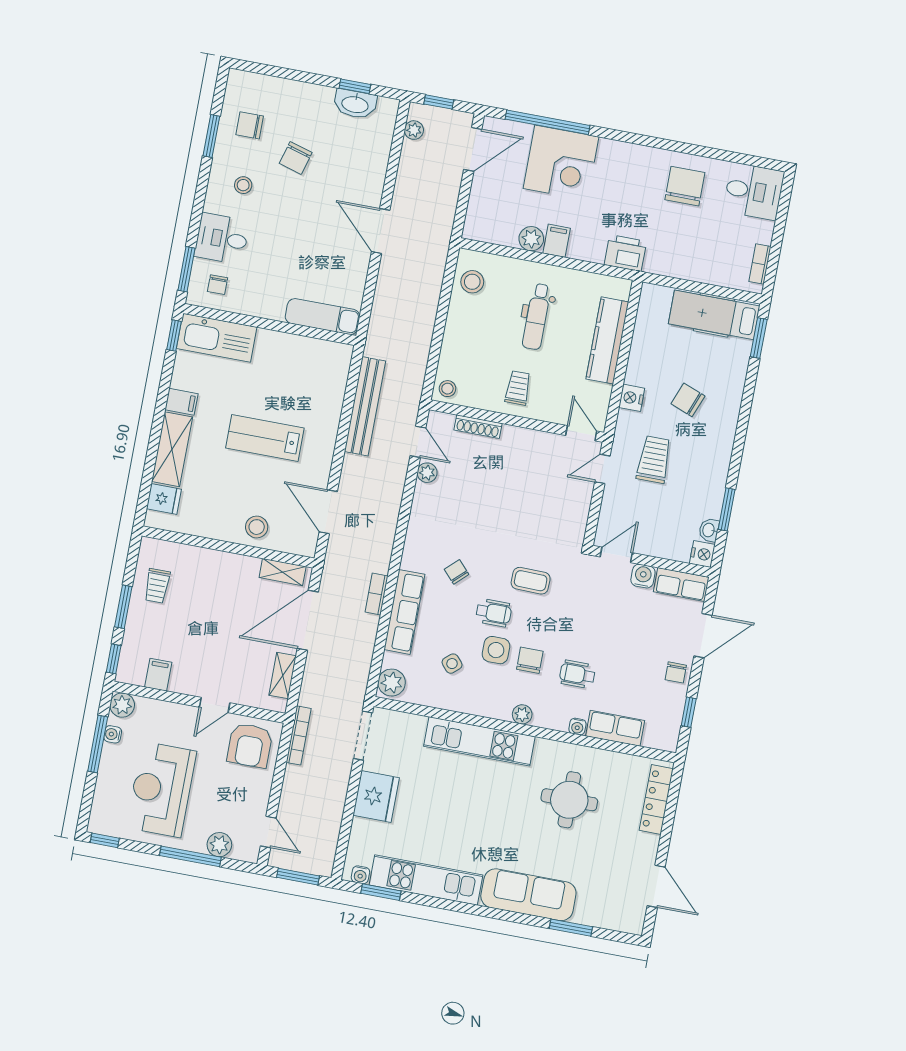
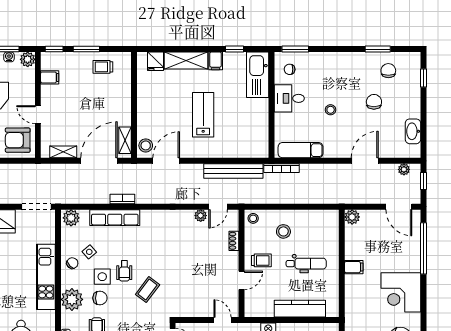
window: (355, 86) -> (423, 78), moved
chair: (296, 158) -> (374, 102), turned 74
corner desk: (561, 163) -> (401, 292), moved
stool: (243, 185) -> (331, 110), moved
door: (381, 231) -> (365, 161), moved
desk: (222, 239) -> (289, 98), moved, turned -90
plant: (531, 239) -> (352, 217), moved
printer: (625, 253) -> (354, 310), removed
stool: (472, 282) -> (283, 231), moved
exam couch: (323, 317) -> (301, 150), moved, turned -90
dental chair: (537, 317) -> (306, 264), turned 180
window: (174, 336) -> (235, 49), moved
shoe rack: (478, 427) -> (234, 241), width x0.70
door: (581, 433) -> (241, 280), moved
stool: (257, 527) -> (146, 145), moved
chair: (457, 572) -> (72, 263), moved
coffee table: (531, 581) -> (148, 290), turned 36
door: (308, 620) -> (99, 161), hinge flipped
plant: (522, 714) -> (72, 299), width x1.87, depth x1.87
bookcase: (299, 735) -> (281, 168), moved

